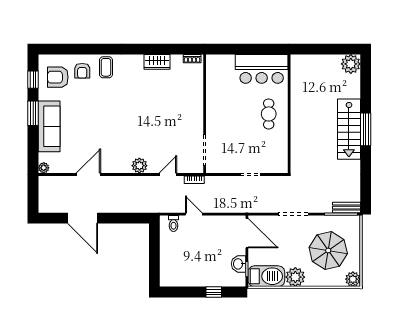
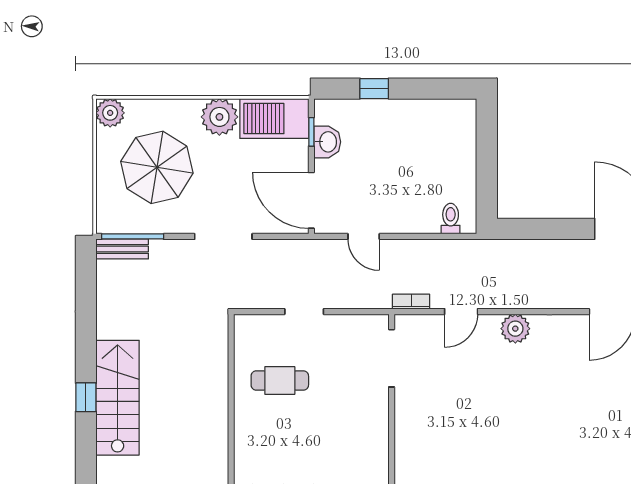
cafe table: (269, 114) -> (280, 380), moved, turned 90
window: (366, 129) -> (86, 397), width x0.46
door: (194, 214) -> (364, 236), moved

